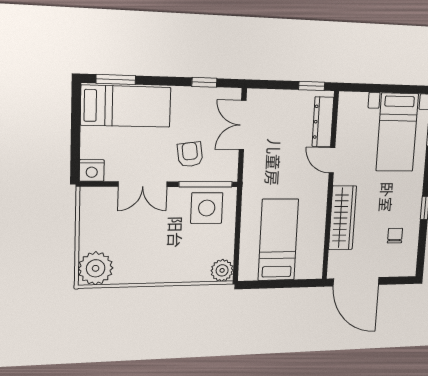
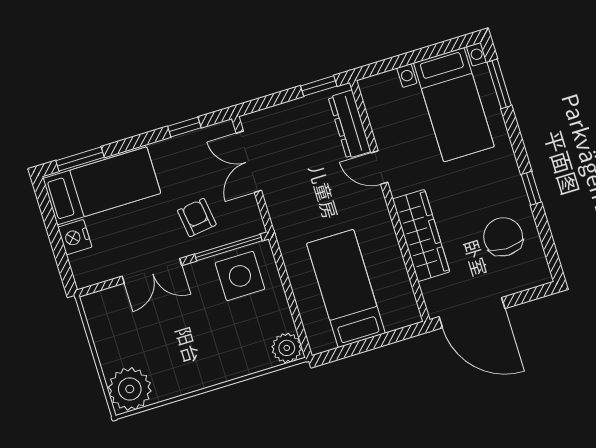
nightstand: (92, 170) -> (75, 237), moved, turned 90
chair: (395, 236) -> (503, 237), width x1.87, depth x1.87

